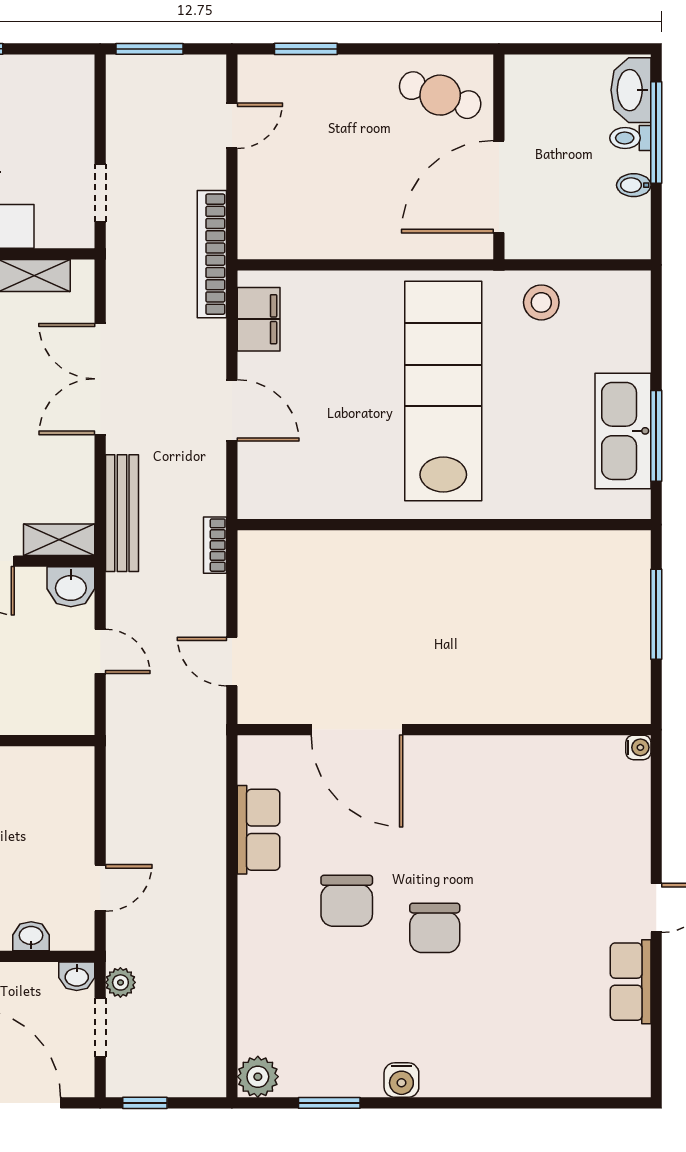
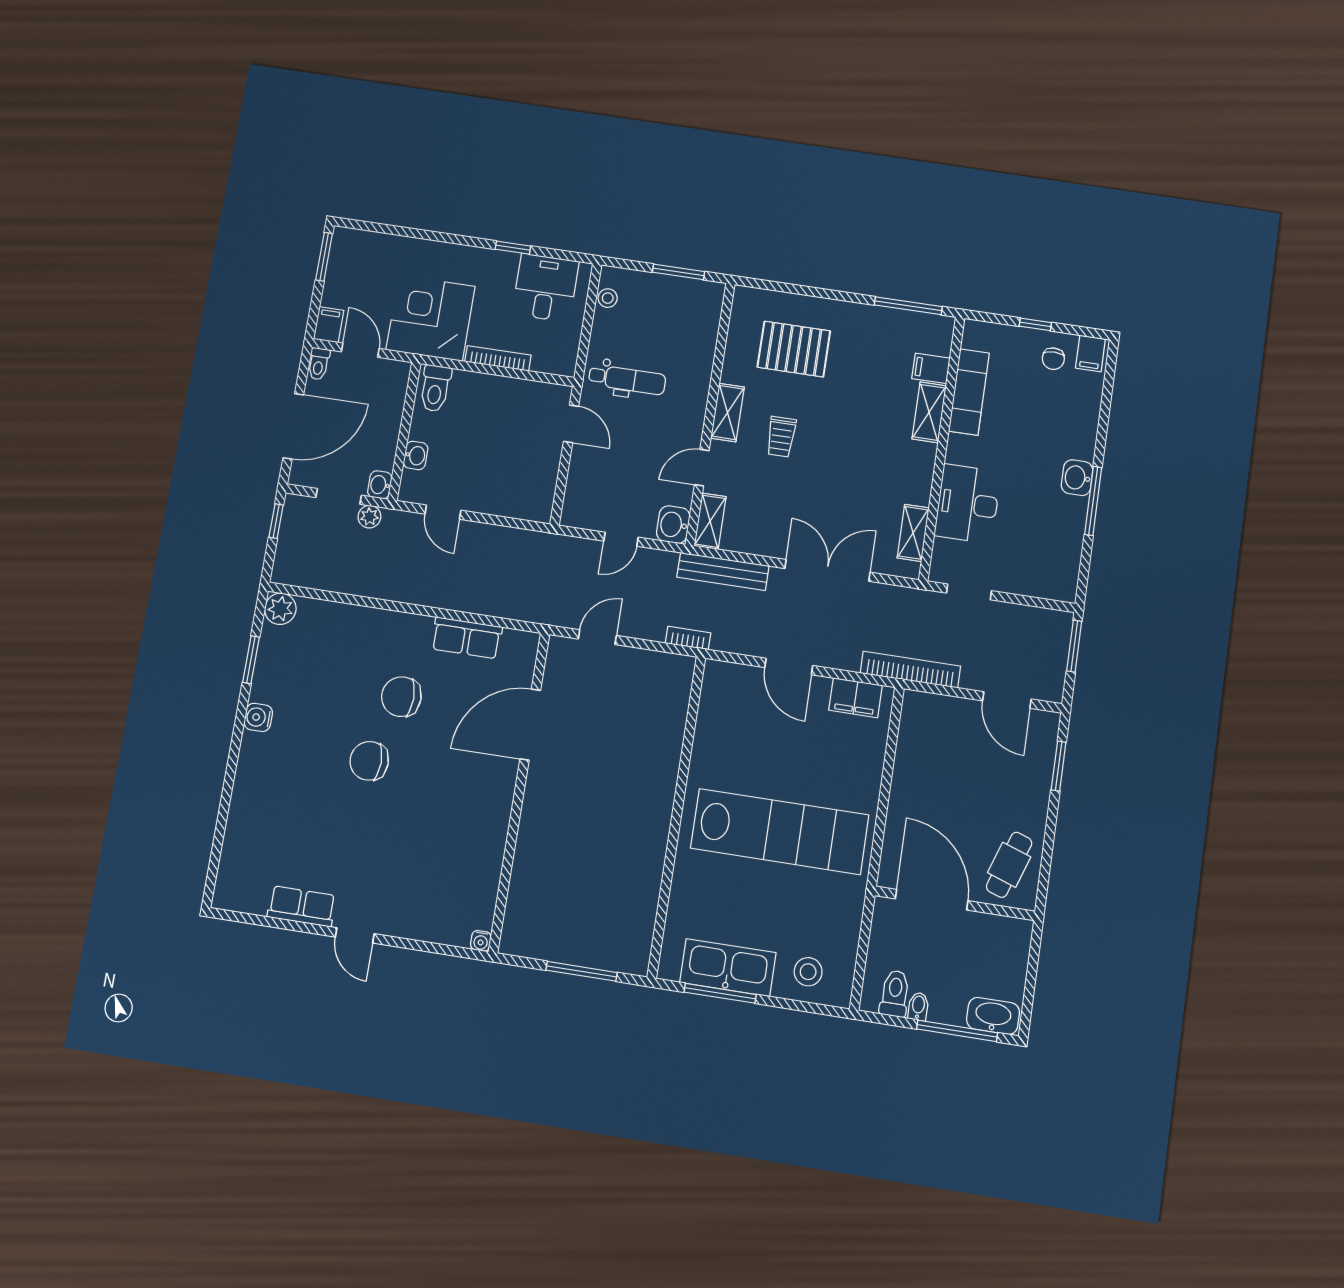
door: (232, 126) -> (1007, 700), width x1.37
toilet: (630, 138) -> (895, 994), moved, width x1.37, depth x1.39
stool: (541, 302) -> (808, 972), moved
door: (232, 410) -> (789, 667), hinge flipped

